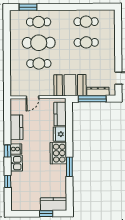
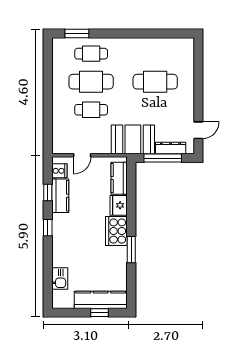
cafe table: (86, 22) -> (155, 54), removed
cafe table: (86, 42) -> (155, 82), width x1.37, depth x1.35
cooker: (16, 149) -> (59, 171), moved
kitchen sink: (16, 163) -> (60, 278), moved
window: (8, 181) -> (48, 192), moved
kitchen counter: (53, 204) -> (101, 300), width x1.50

